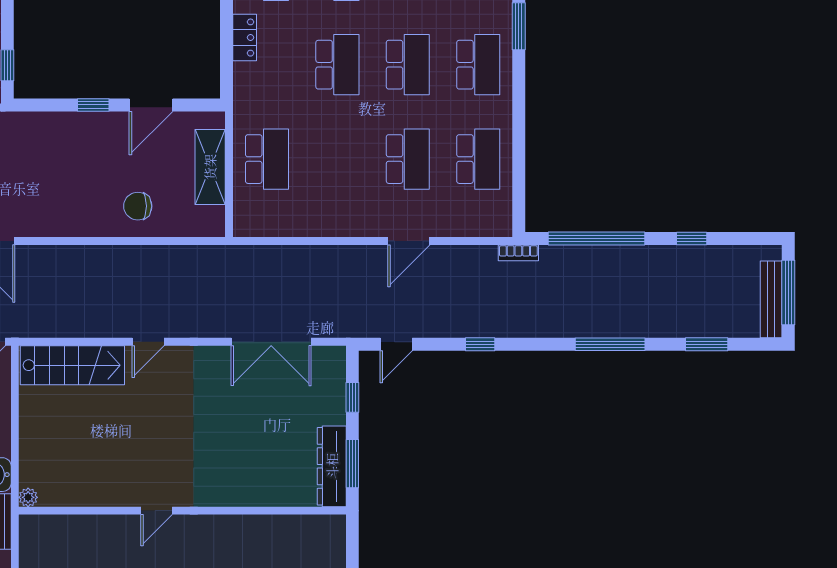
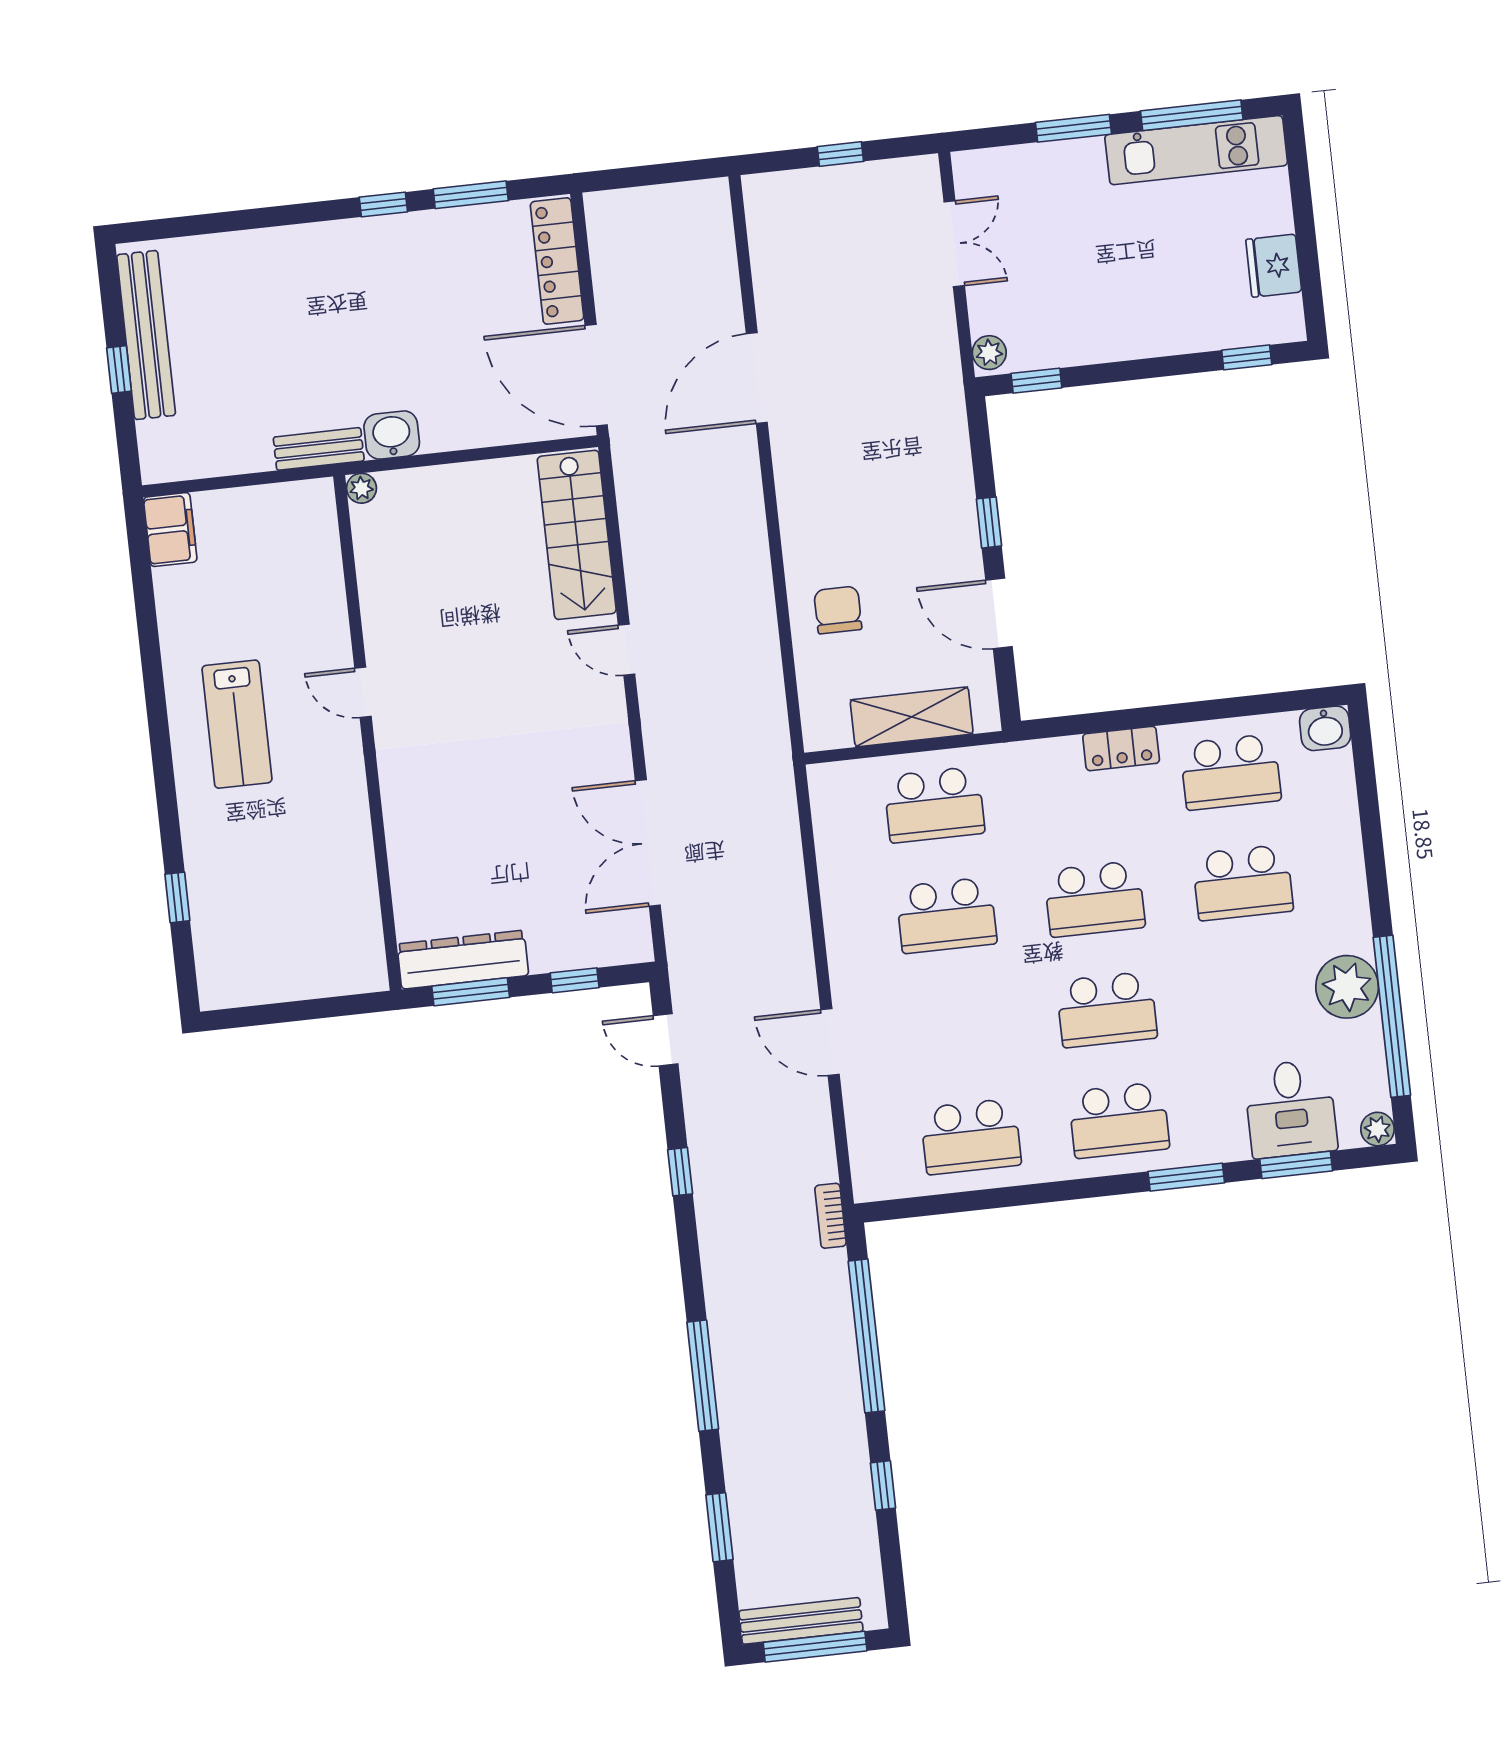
school desk: (408, 159) -> (946, 915), moved

